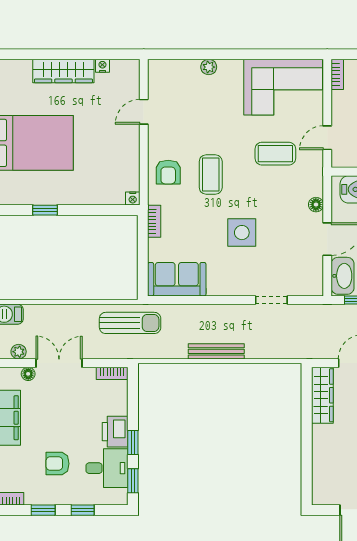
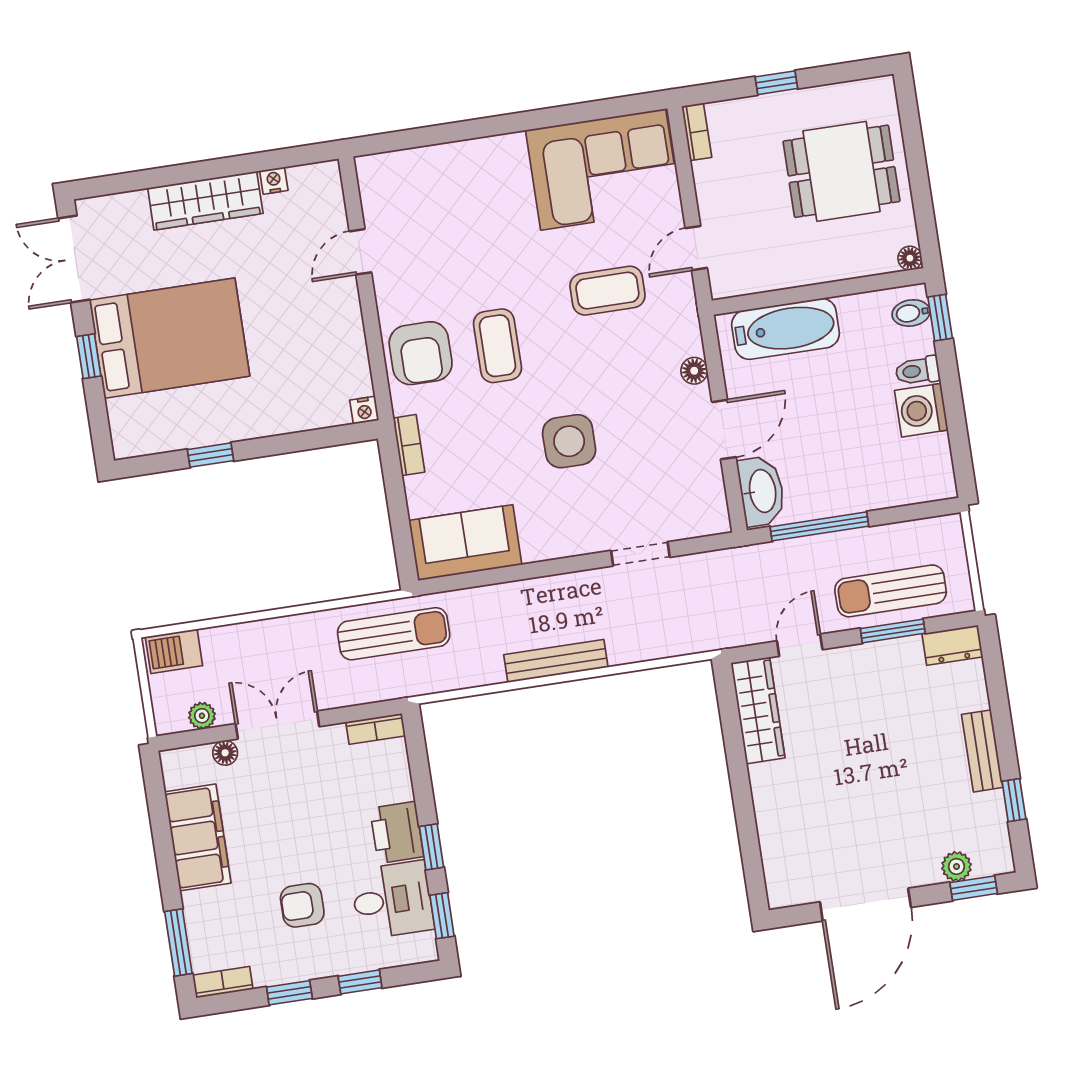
plant: (209, 67) -> (464, 154), removed
armchair: (168, 172) -> (421, 353), width x1.38, depth x1.38

